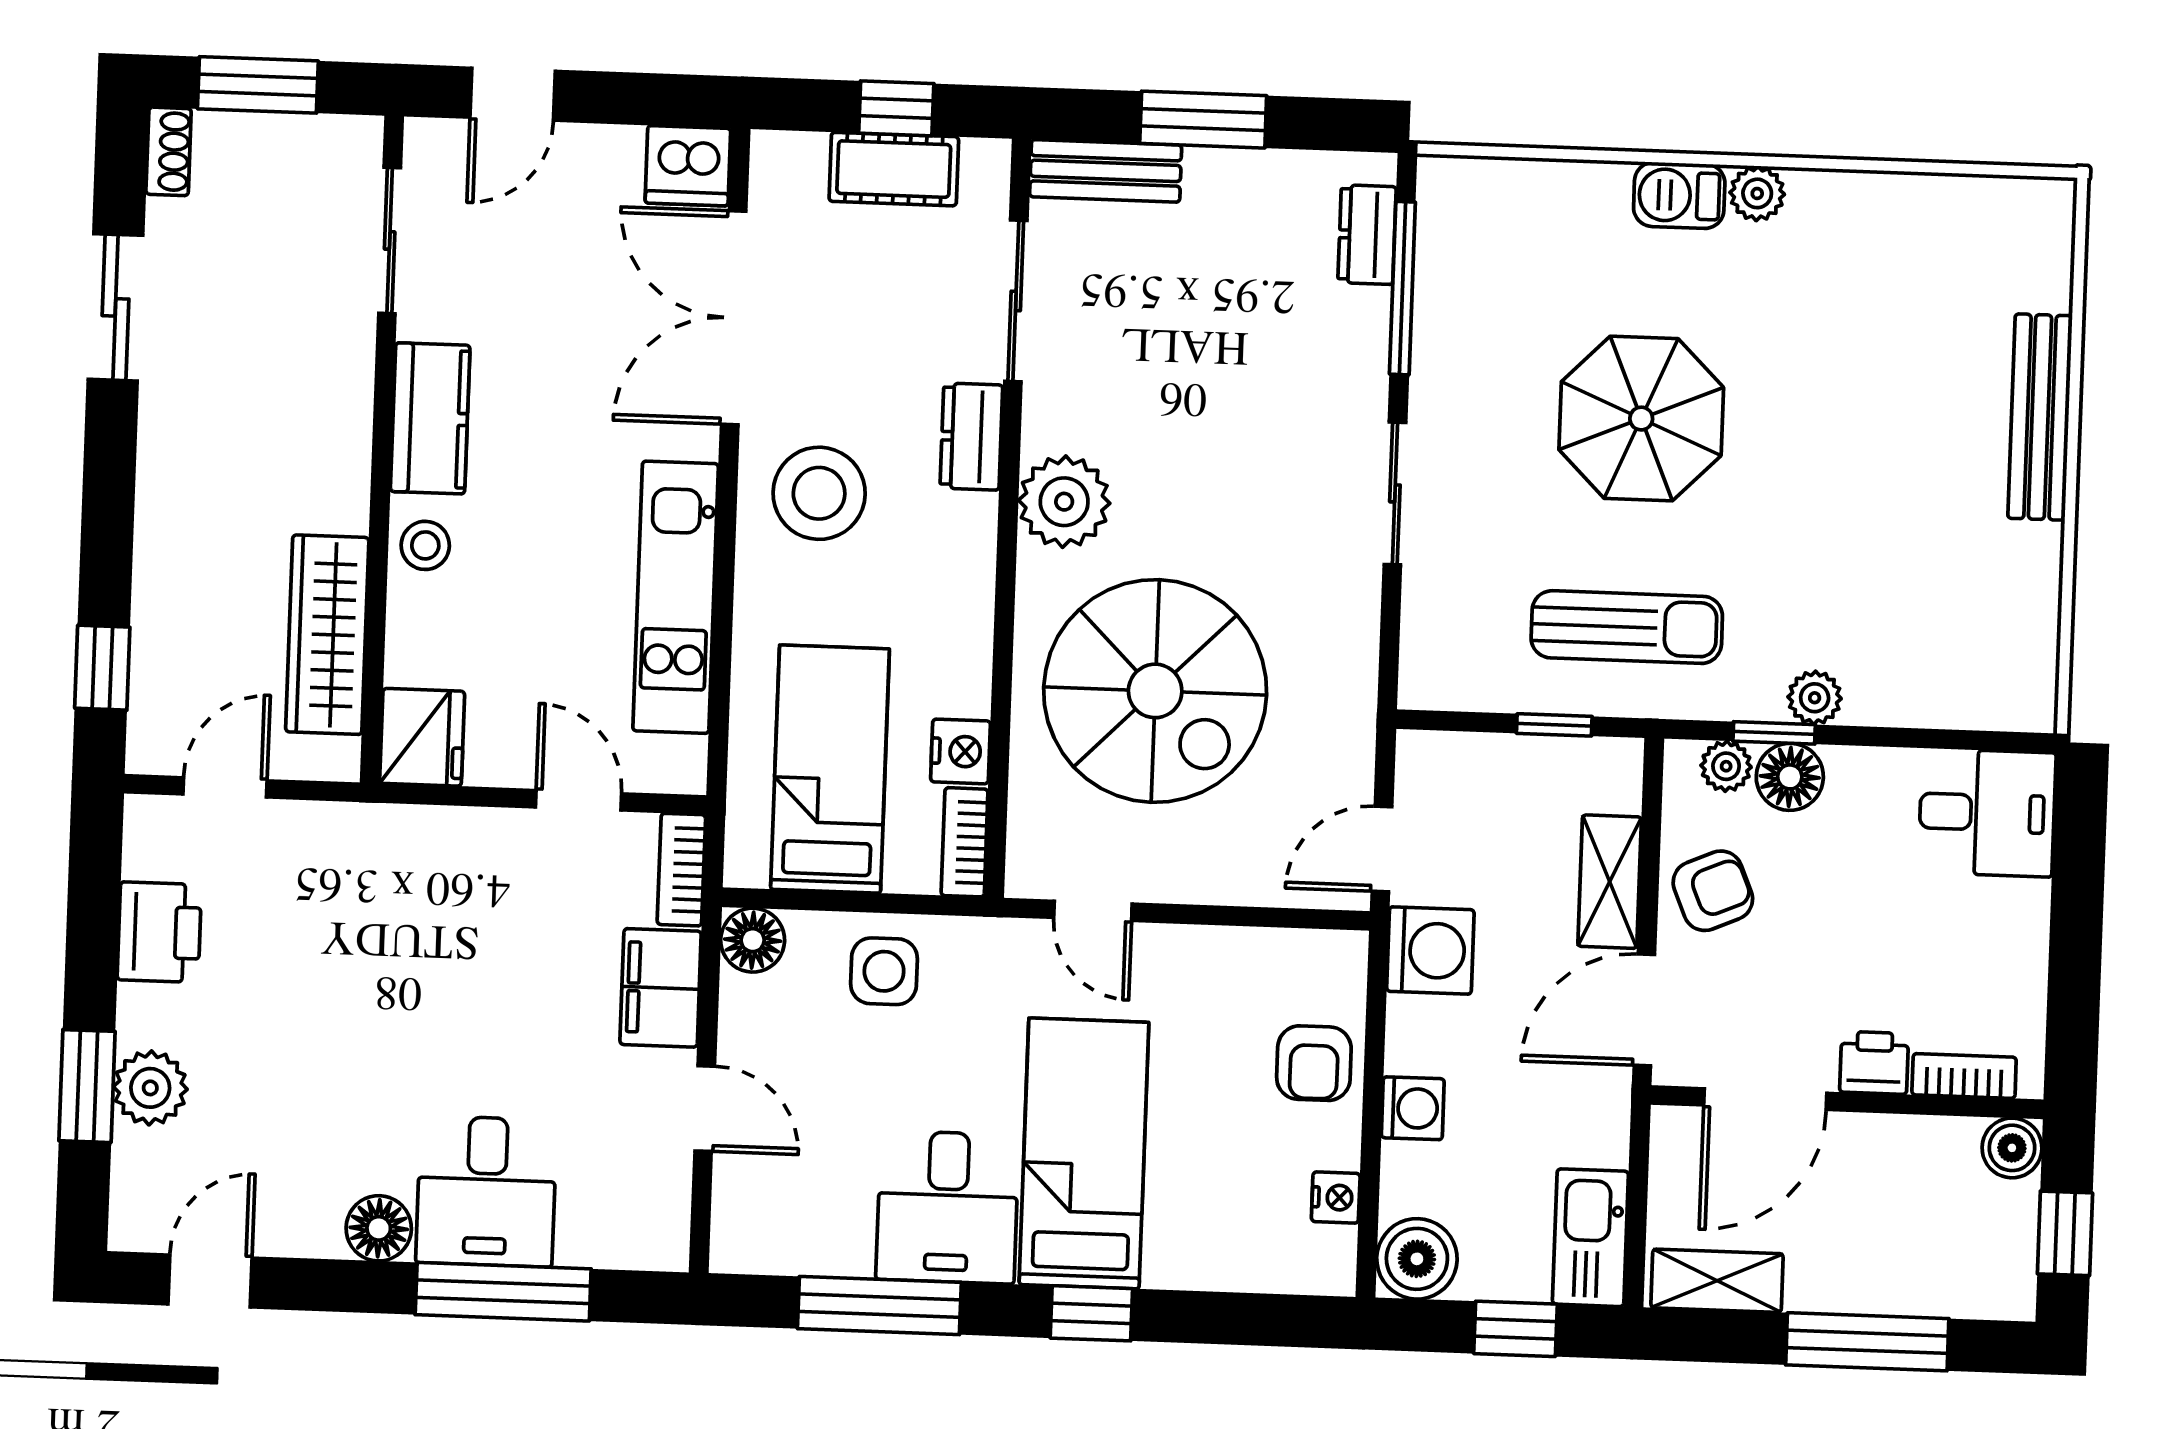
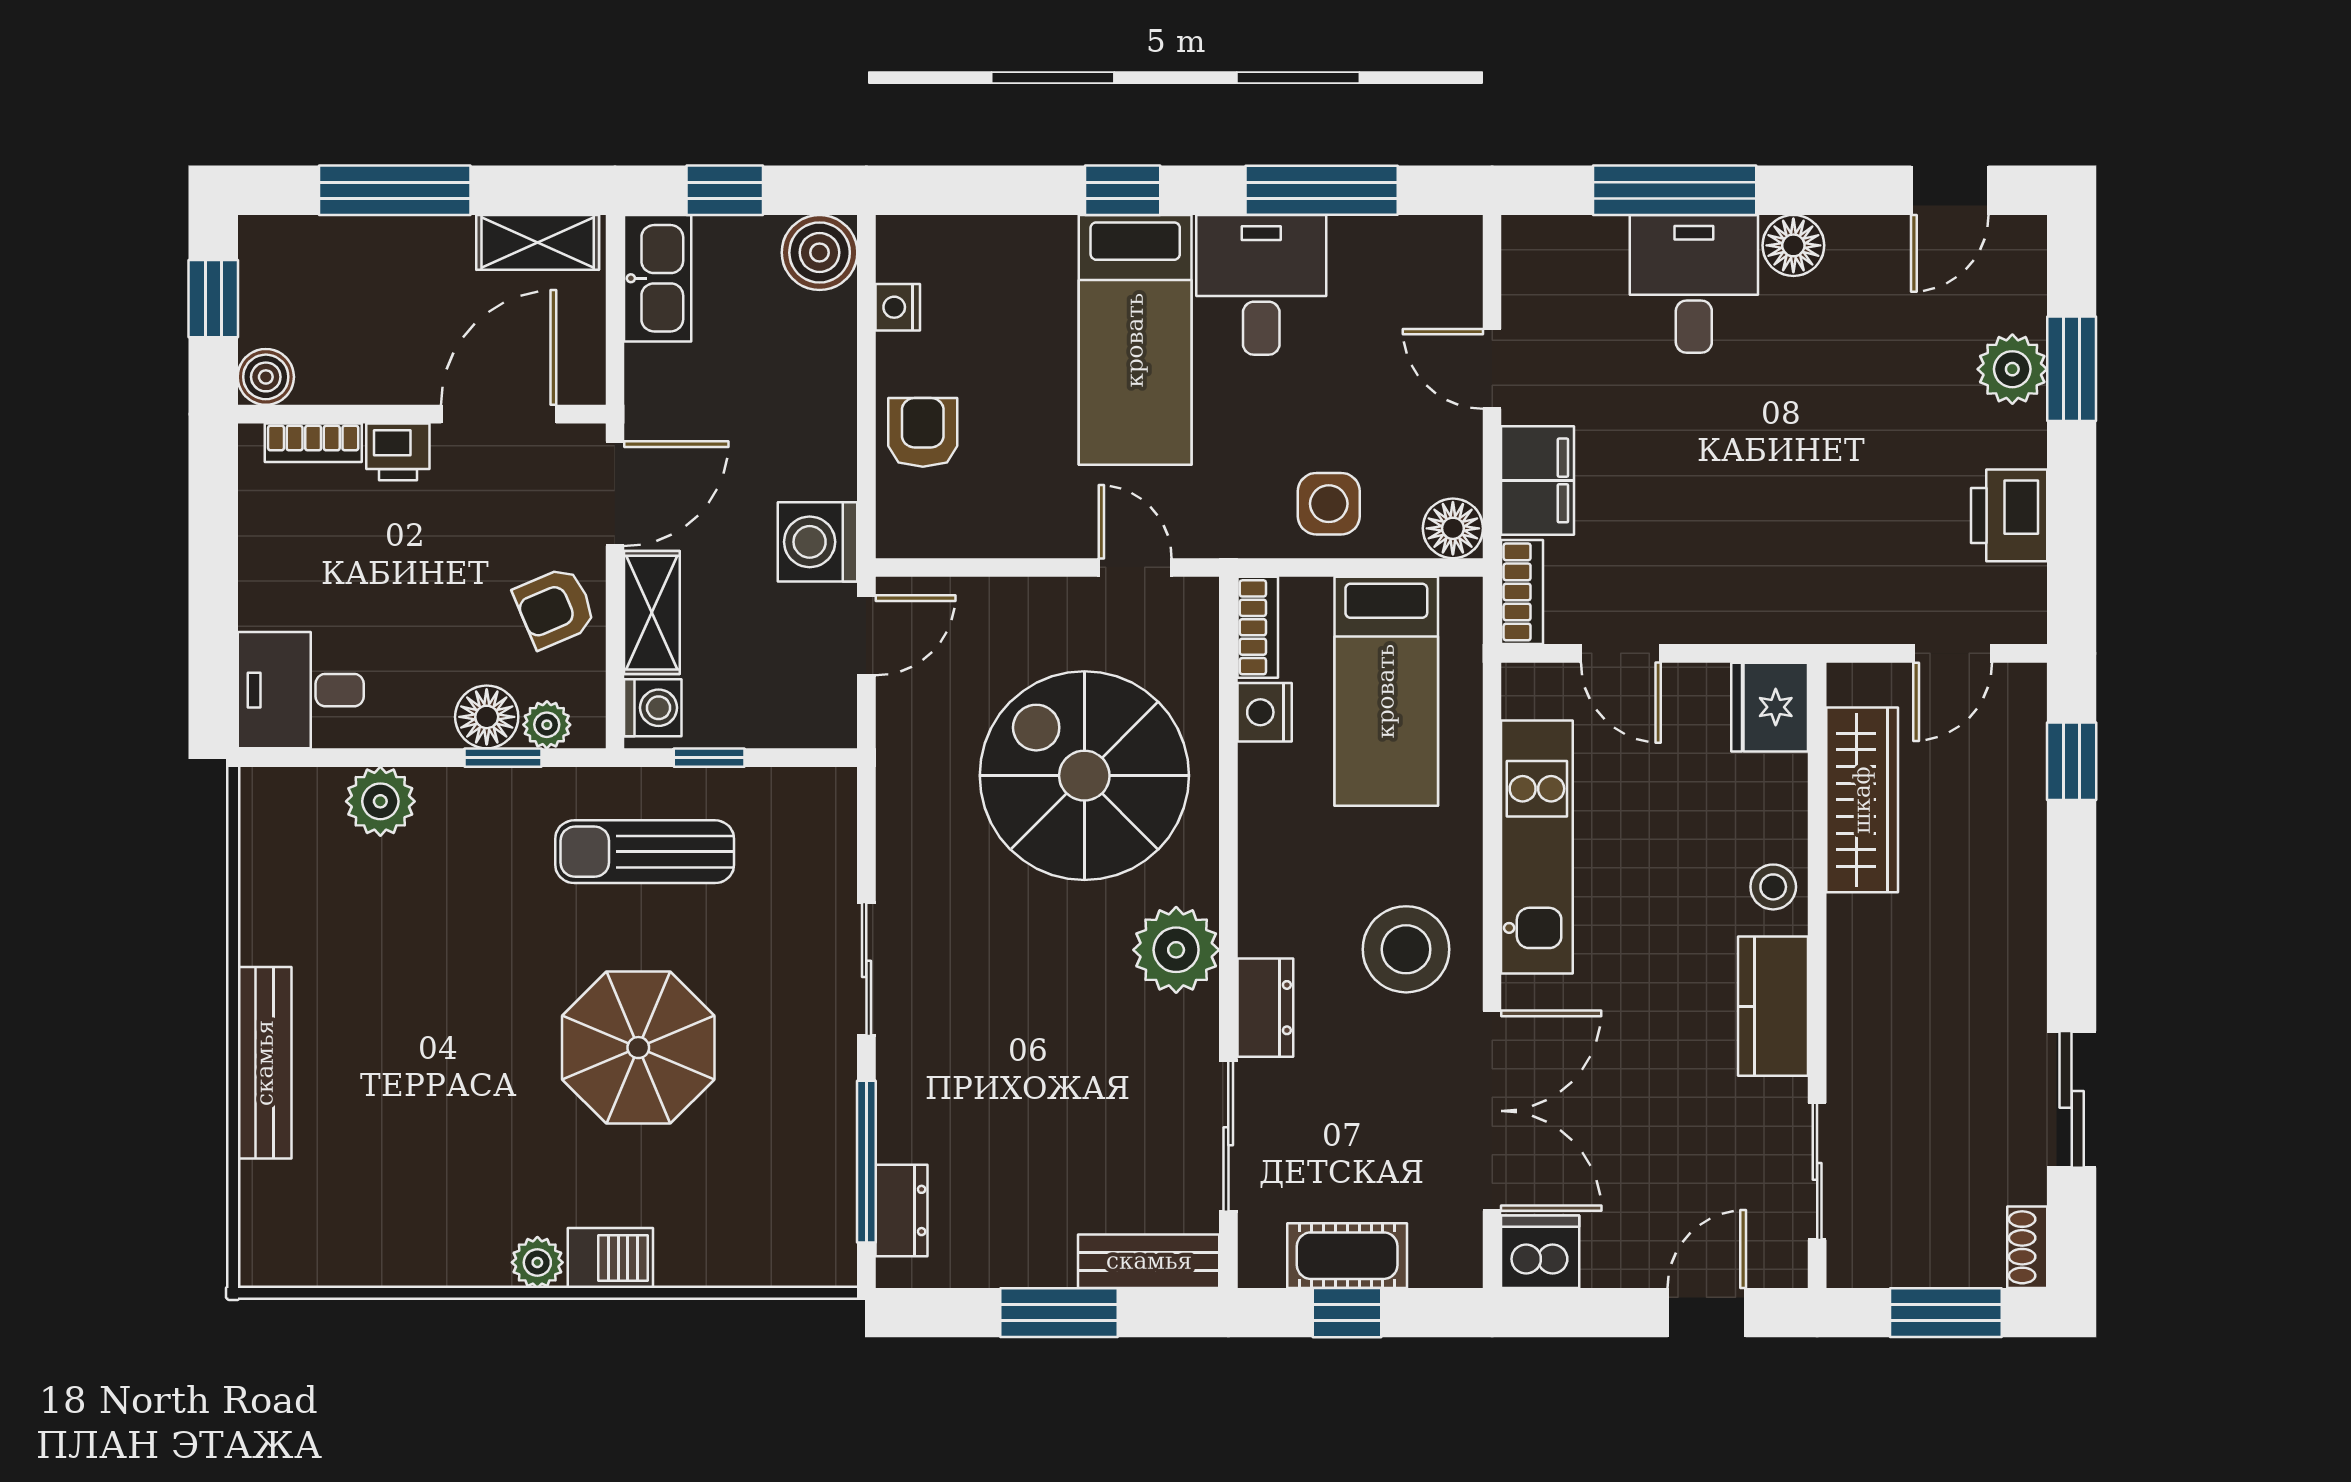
plant: (1815, 698) -> (380, 801), moved, width x1.38, depth x1.38
washing machine: (1413, 1108) -> (653, 708), moved, turned 180

